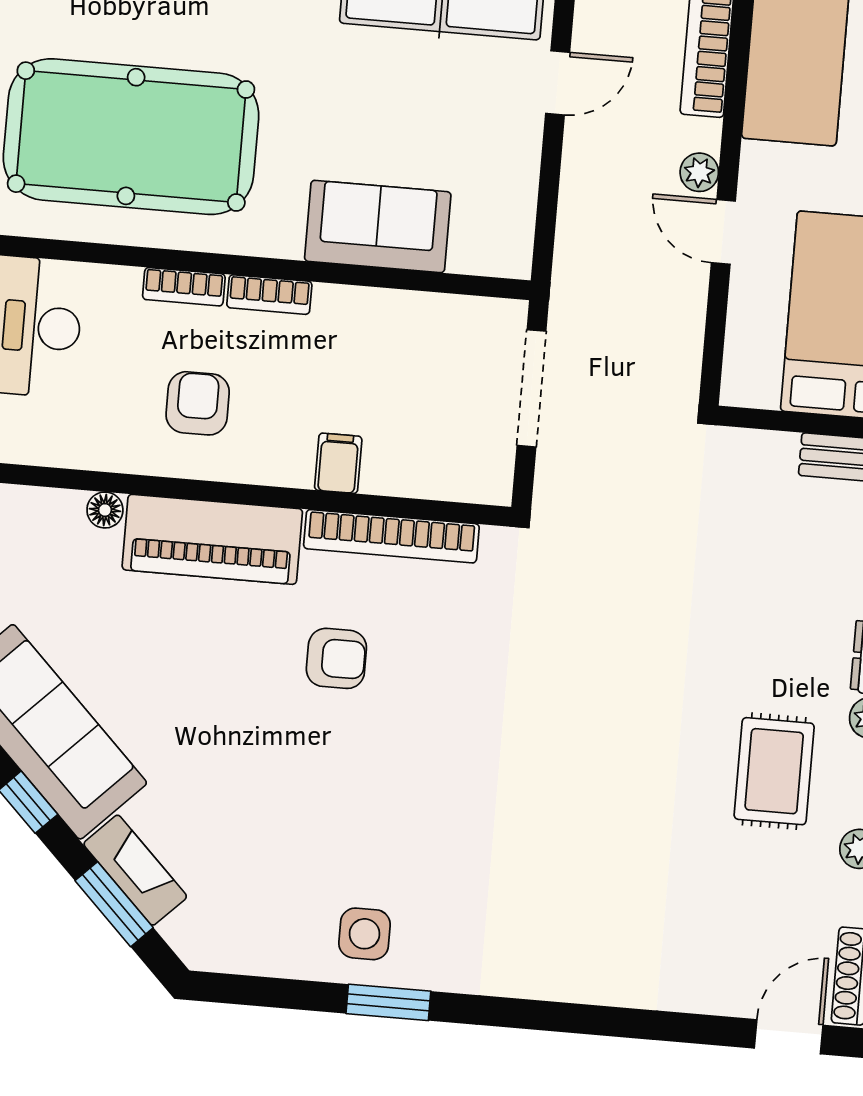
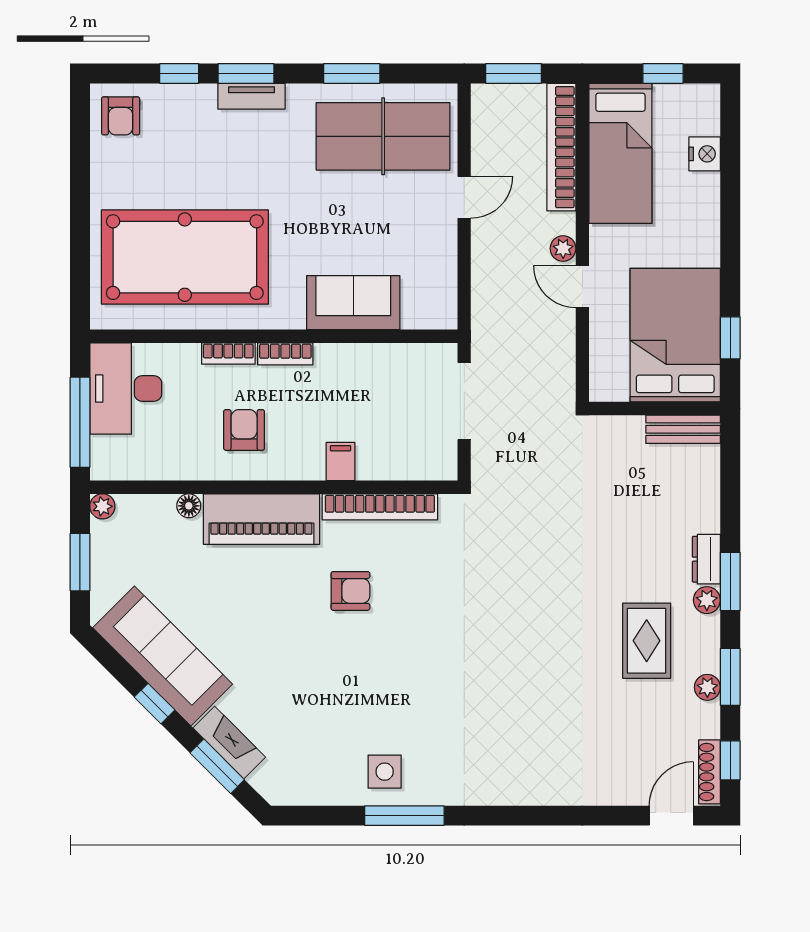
window: (388, 1002) -> (404, 816), width x1.44

